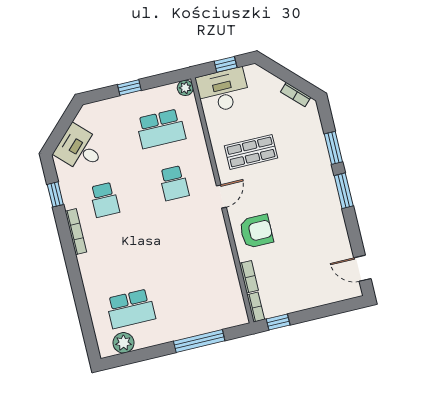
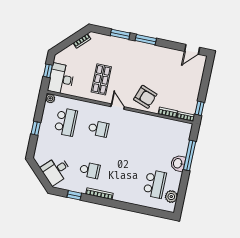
armchair: (256, 231) -> (145, 97), turned 110
washbasin: (179, 329) -> (178, 163), added

